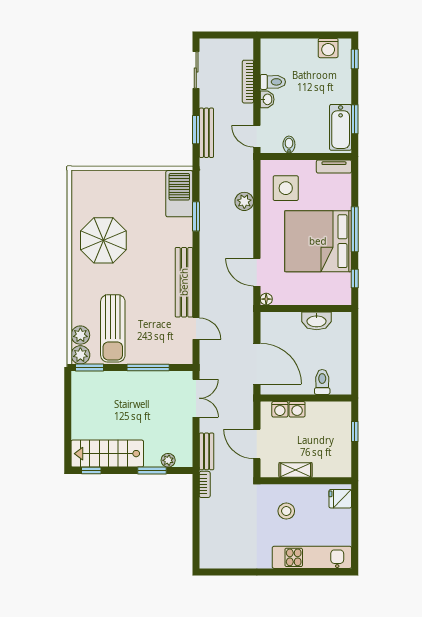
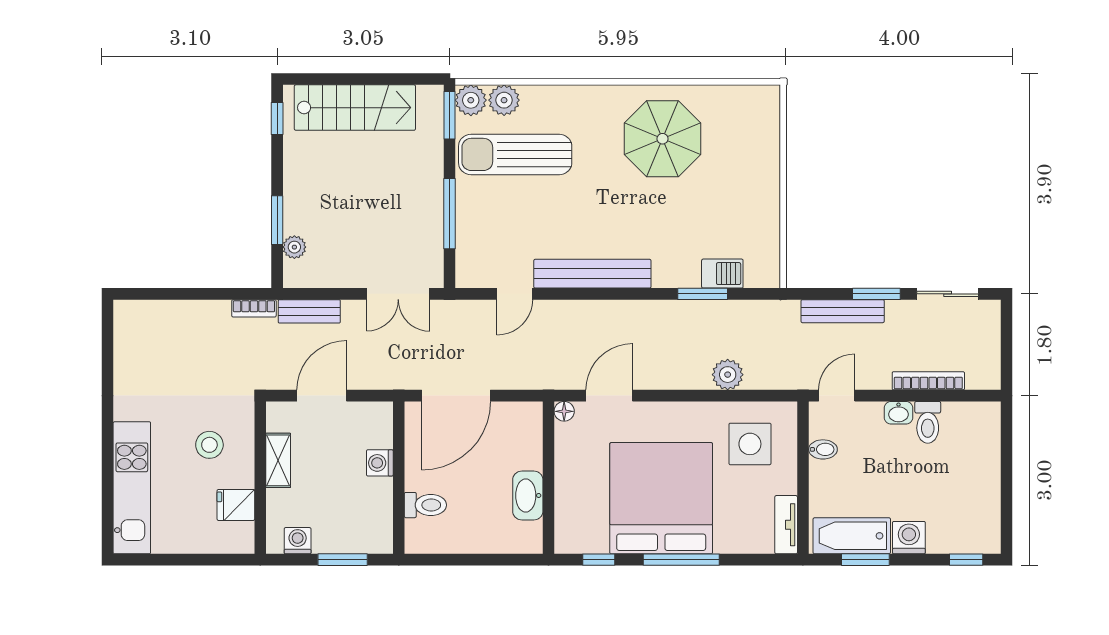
washing machine: (328, 48) -> (909, 538), moved, turned 90
window: (196, 130) -> (876, 294), moved
barbecue: (179, 194) -> (722, 274), width x0.53, depth x0.65
washing machine: (280, 409) -> (298, 541), moved, turned 90
window: (355, 431) -> (343, 560), width x1.50
stairs: (107, 454) -> (355, 108), moved, turned 90
fridge: (340, 499) -> (236, 505), moved, turned -90

